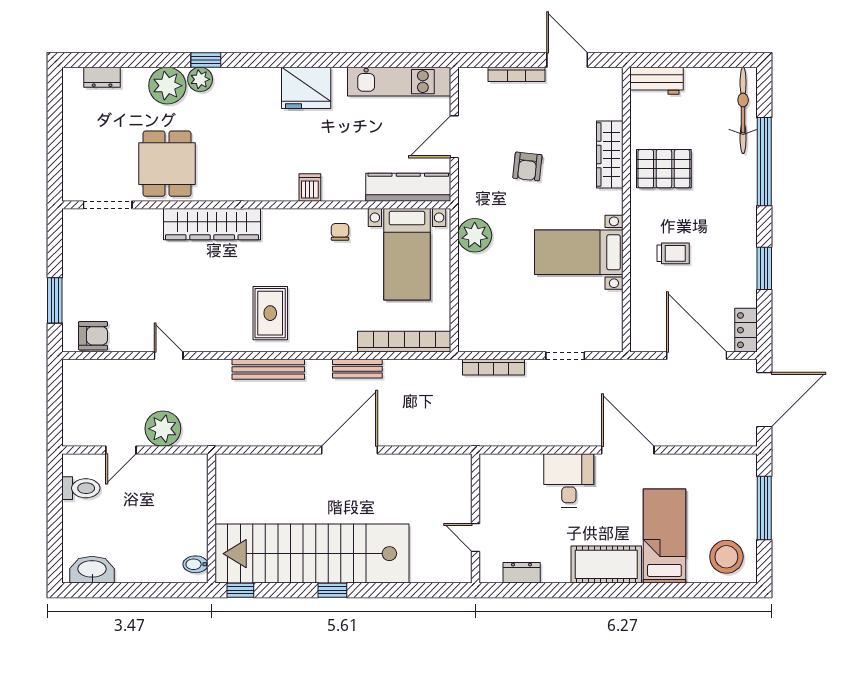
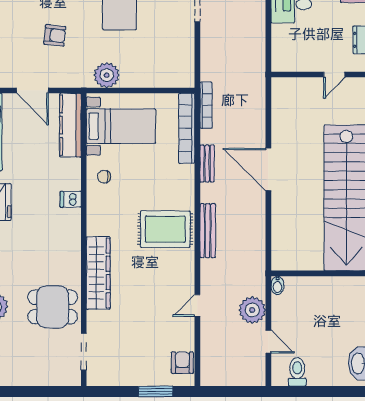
rug: (270, 313) -> (165, 229), width x1.36, depth x1.43
bookcase: (493, 367) -> (206, 105), moved
bidet: (196, 564) -> (277, 285), moved

